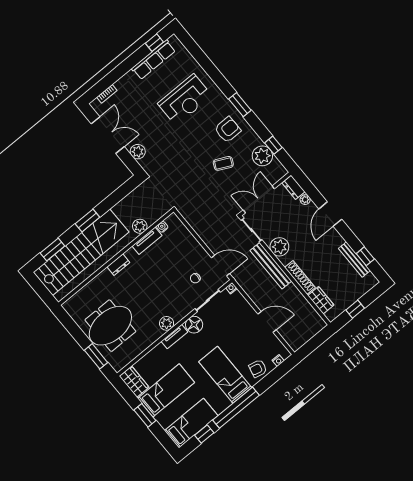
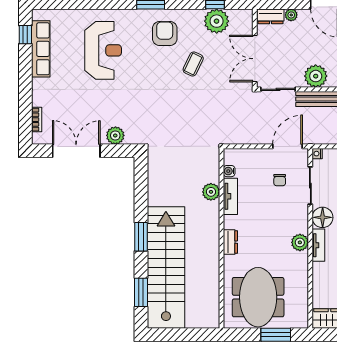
plant: (140, 226) -> (211, 192), moved
water cooler: (162, 227) -> (229, 171), moved
tv unit: (147, 241) -> (230, 196), moved
wall: (116, 257) -> (222, 238), moved
dresser: (118, 265) -> (230, 242), moved

